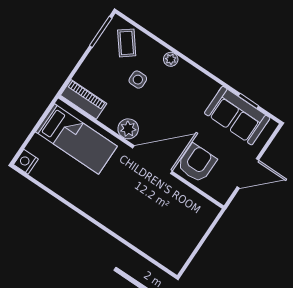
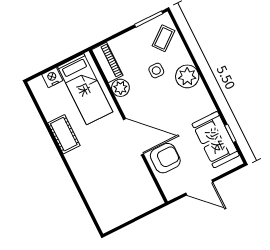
plant: (171, 59) -> (187, 76), width x1.88, depth x1.88
plant: (128, 129) -> (120, 88), moved
nightstand: (26, 162) -> (52, 77), moved
cot: (81, 197) -> (64, 134), added

